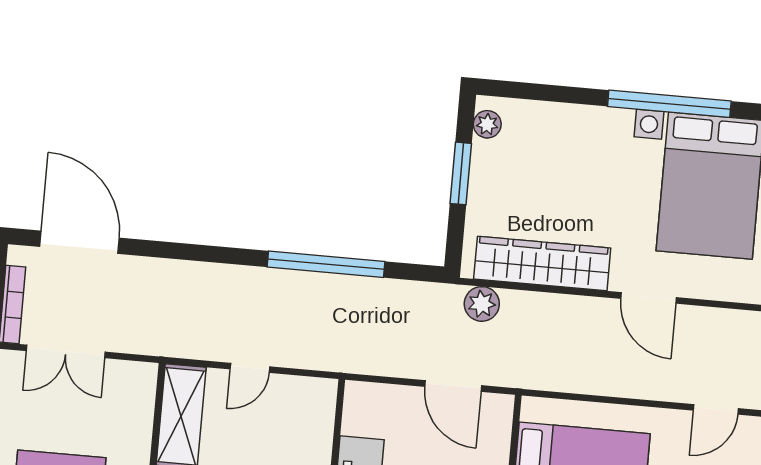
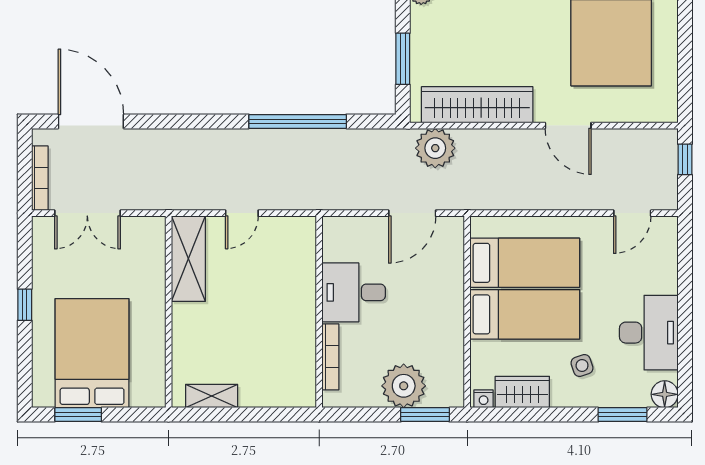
window: (461, 173) -> (403, 59), moved
plant: (482, 304) -> (435, 148), width x1.36, depth x1.36
door: (453, 386) -> (412, 213), hinge flipped

